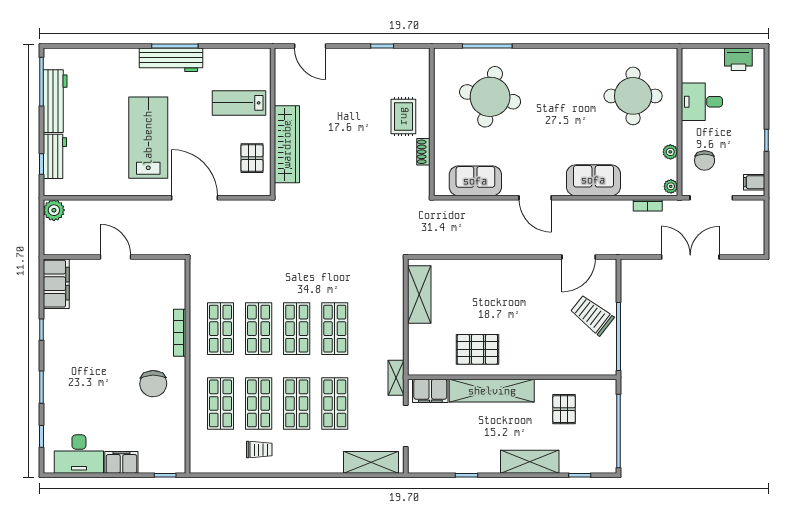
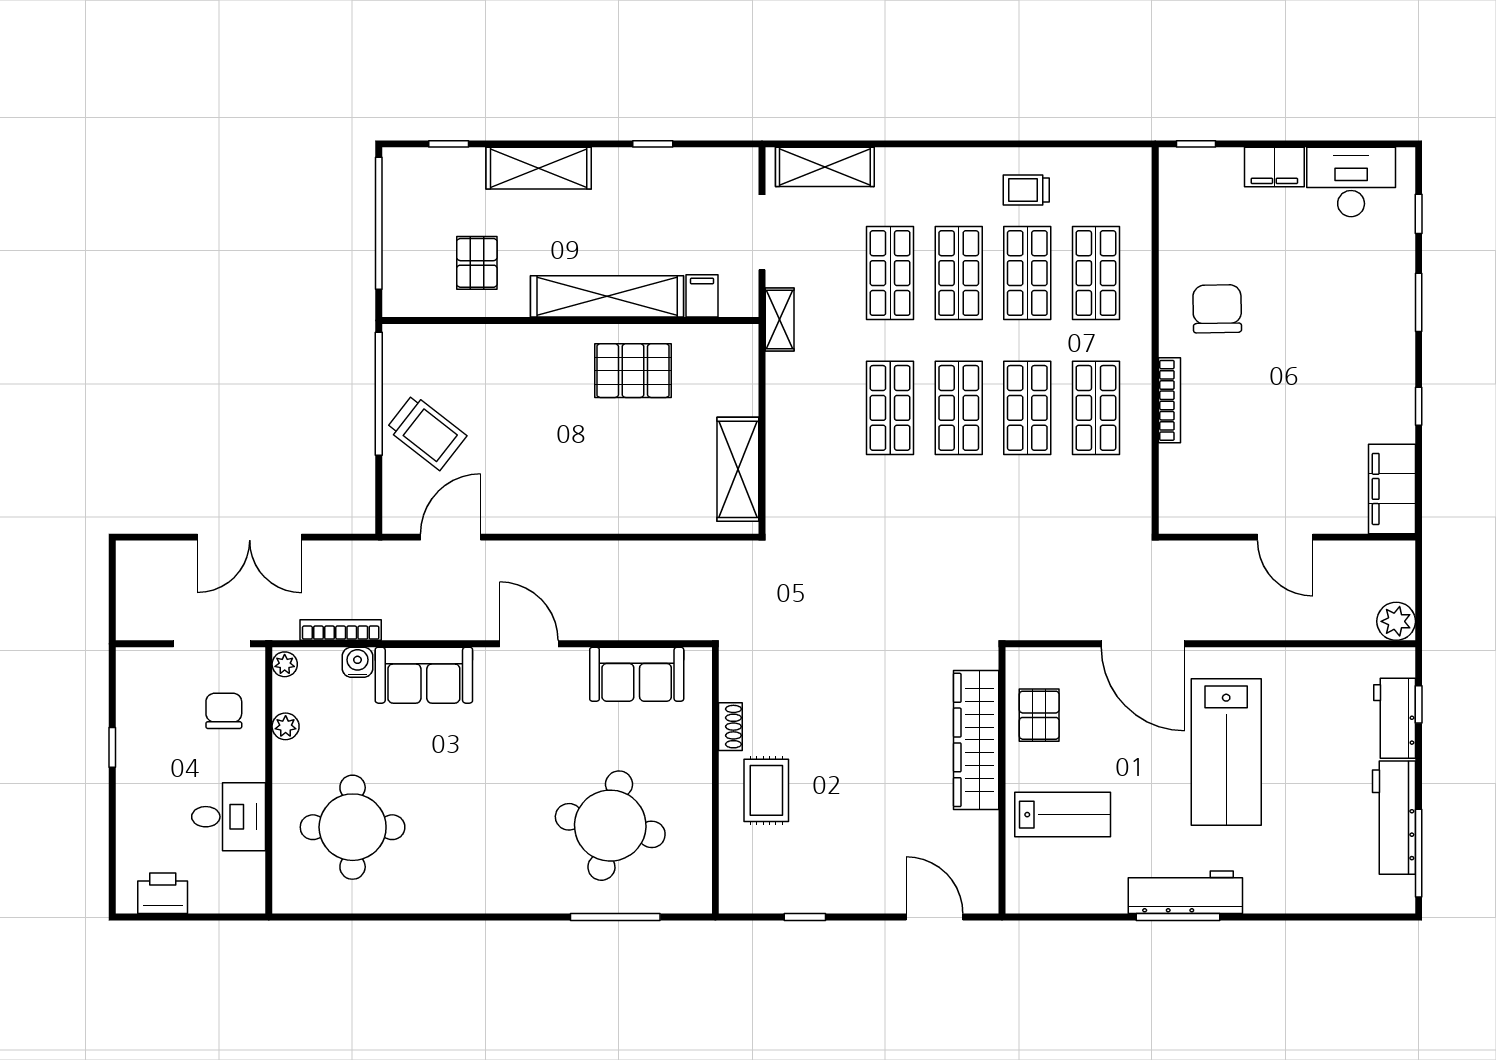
filing cabinet: (754, 182) -> (135, 672), removed
water cooler: (630, 187) -> (357, 662), added
bookcase: (648, 205) -> (341, 630), width x1.56
filing cabinet: (430, 391) -> (702, 296), width x0.50

